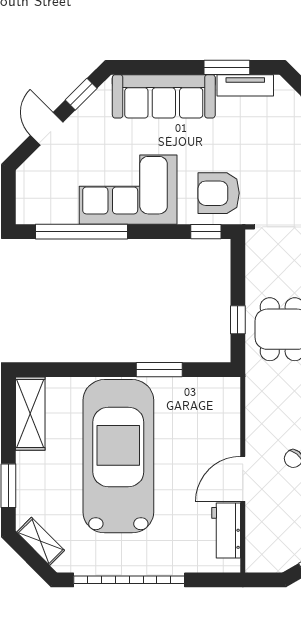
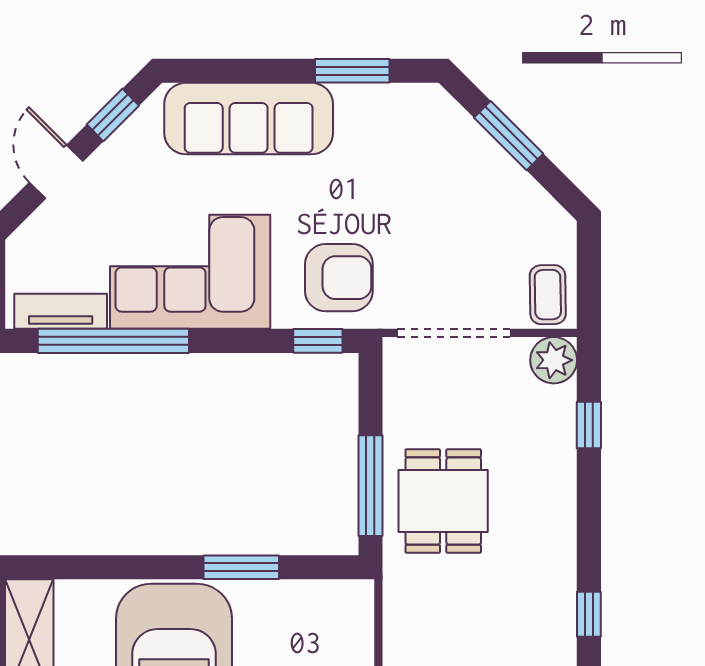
tv unit: (245, 85) -> (61, 311), moved, turned 180
armchair: (219, 193) -> (339, 278), turned 180
window: (238, 320) -> (370, 486), width x2.17

